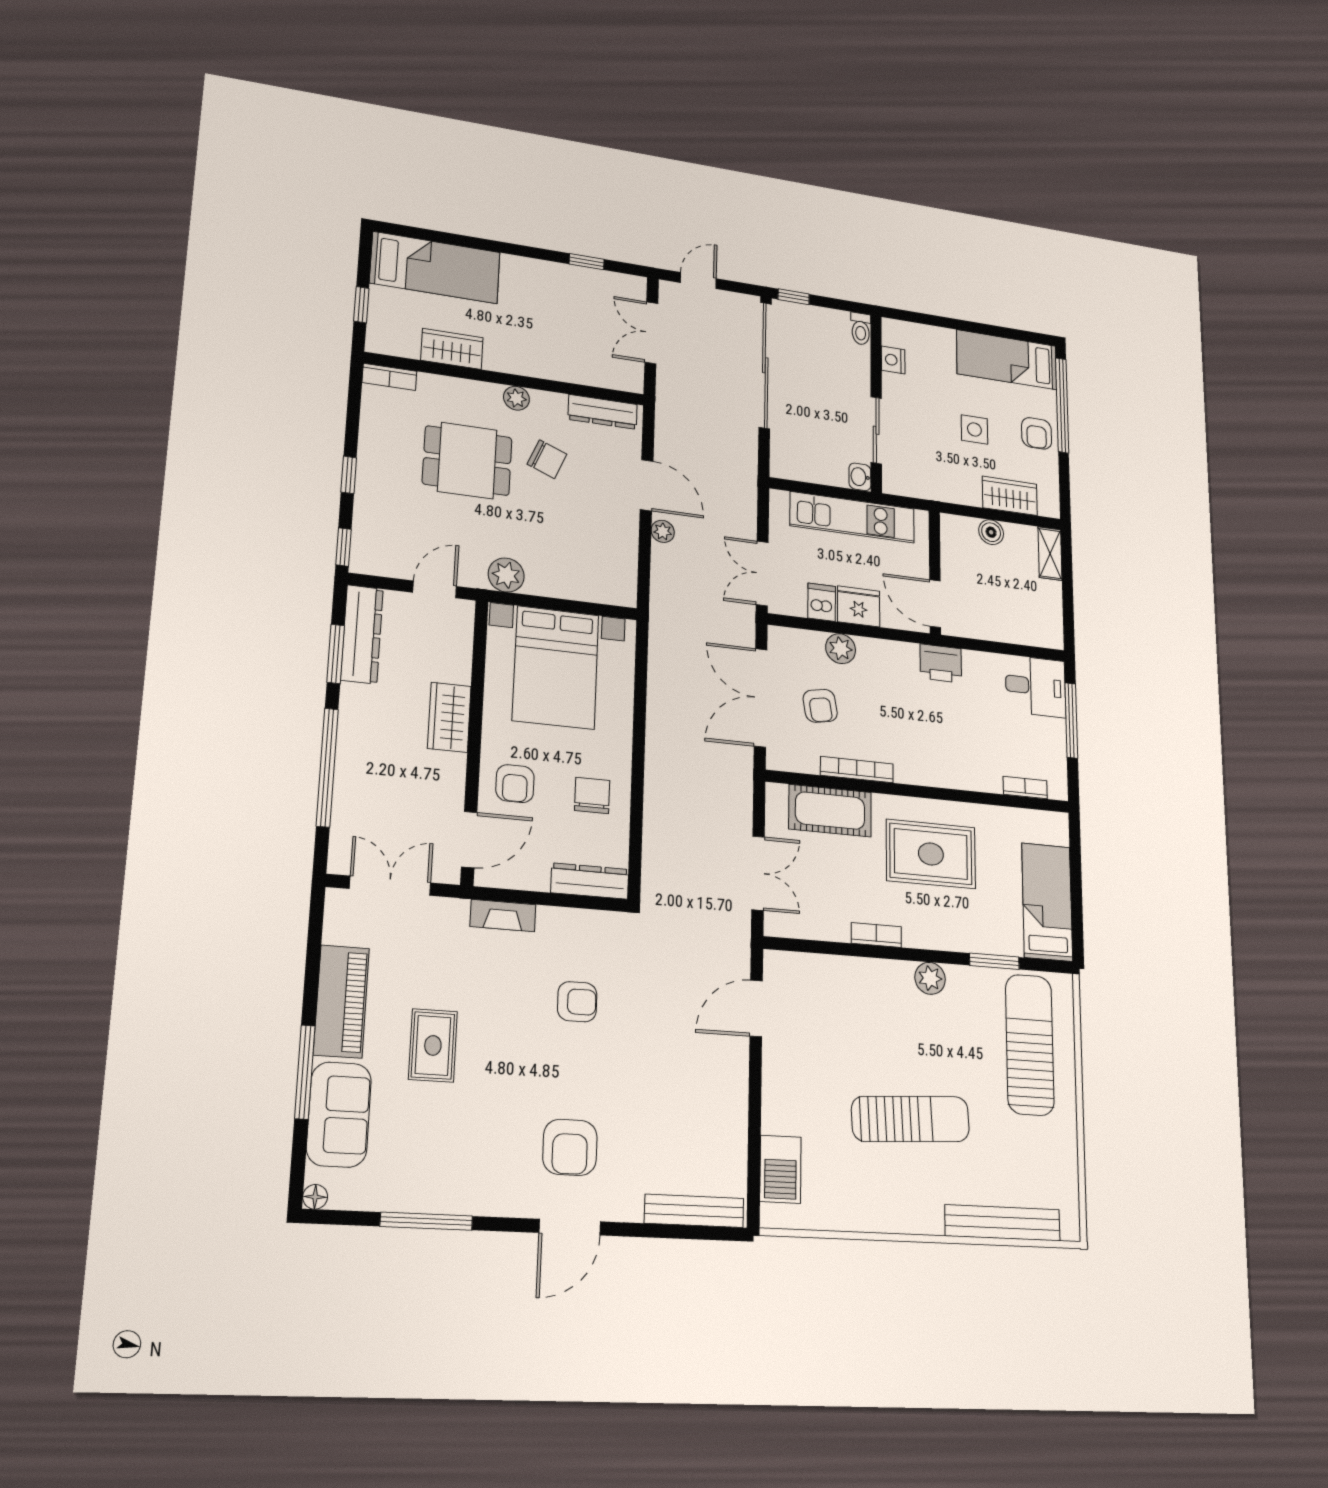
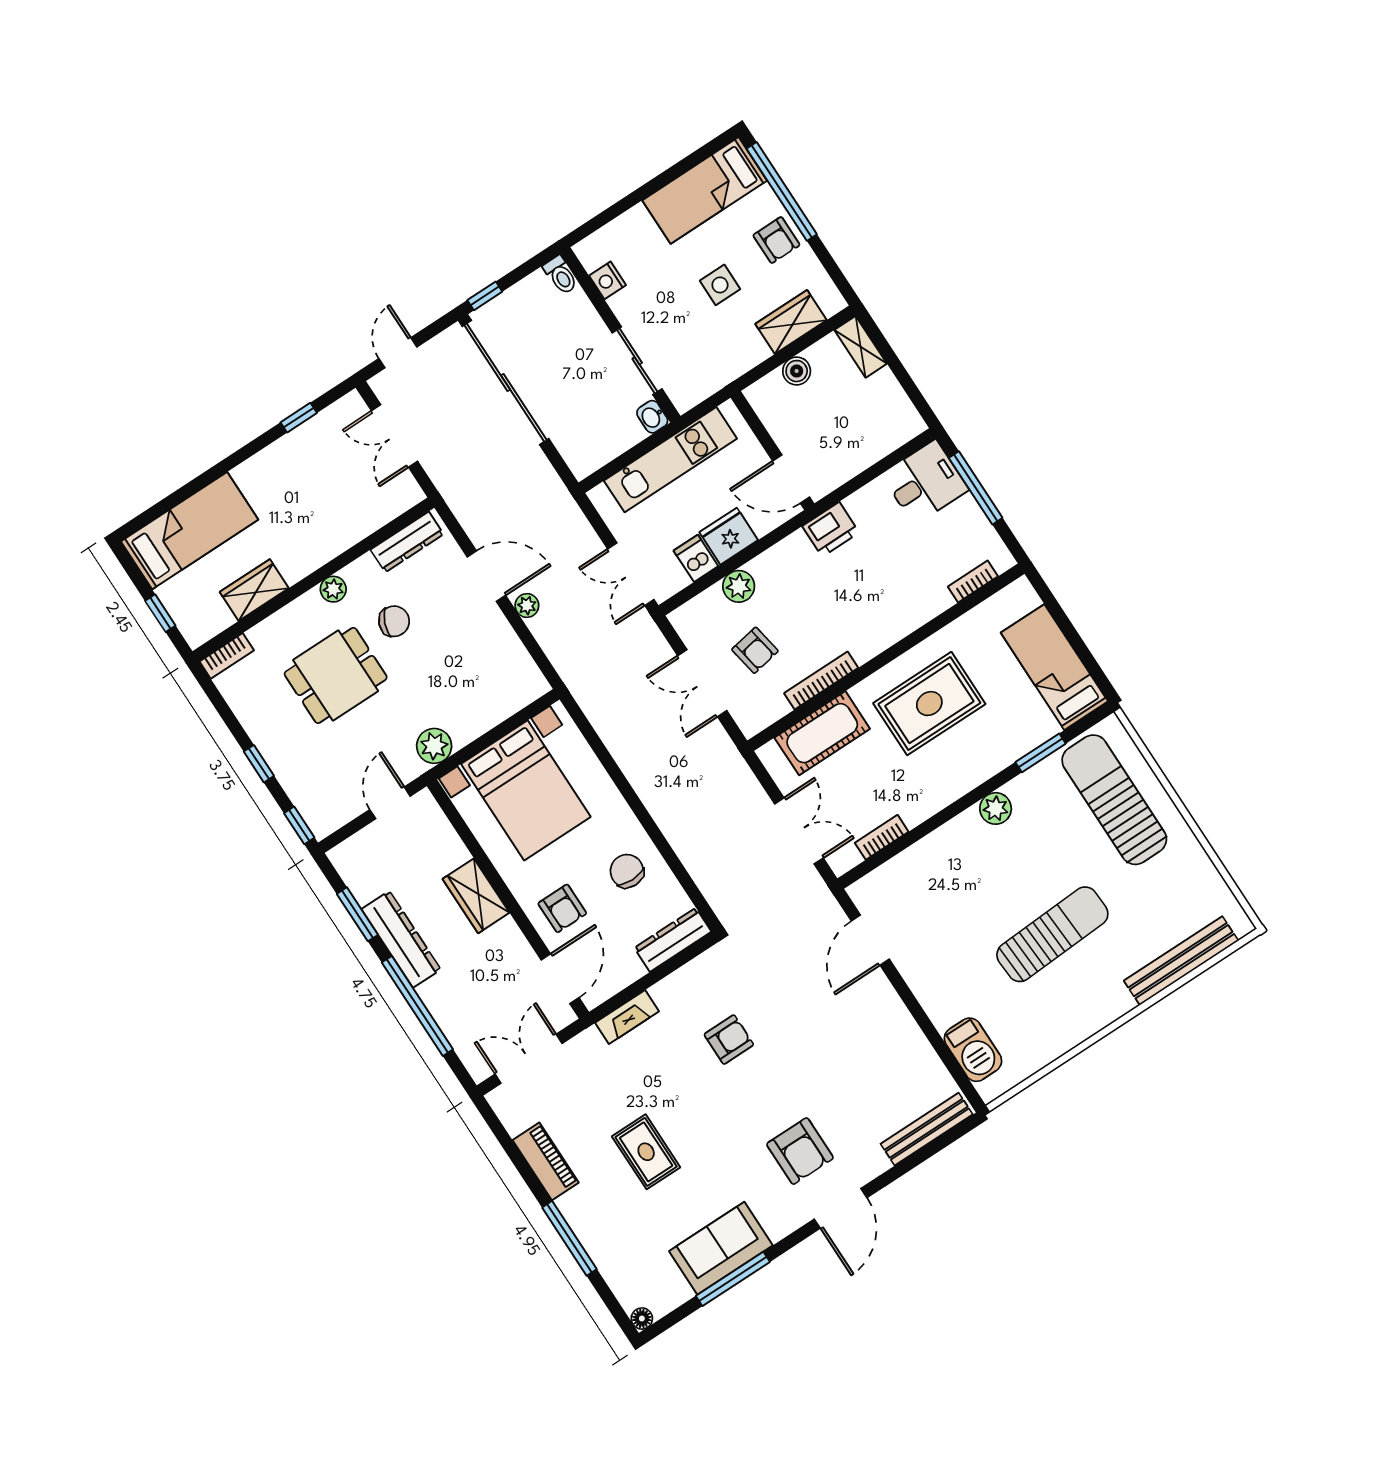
dresser: (362, 634) -> (401, 939), moved
double door: (761, 698) -> (702, 683), width x0.73
bookcase: (876, 935) -> (882, 837), moved
piano: (341, 1001) -> (546, 1161), width x0.73, depth x0.75
sofa: (339, 1114) -> (721, 1248), moved, turned -90

